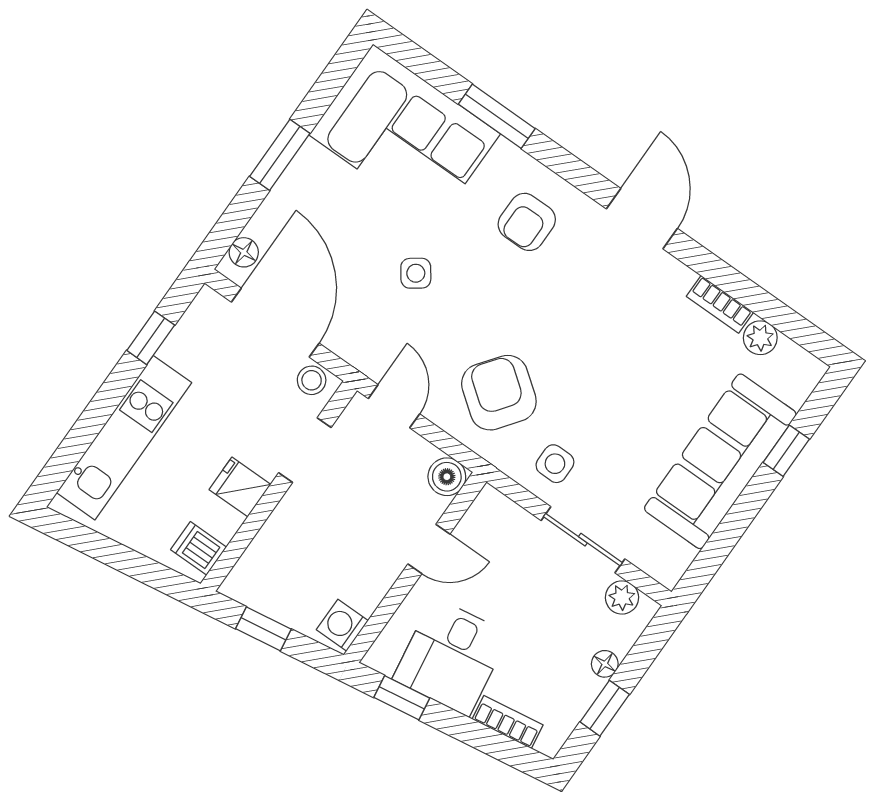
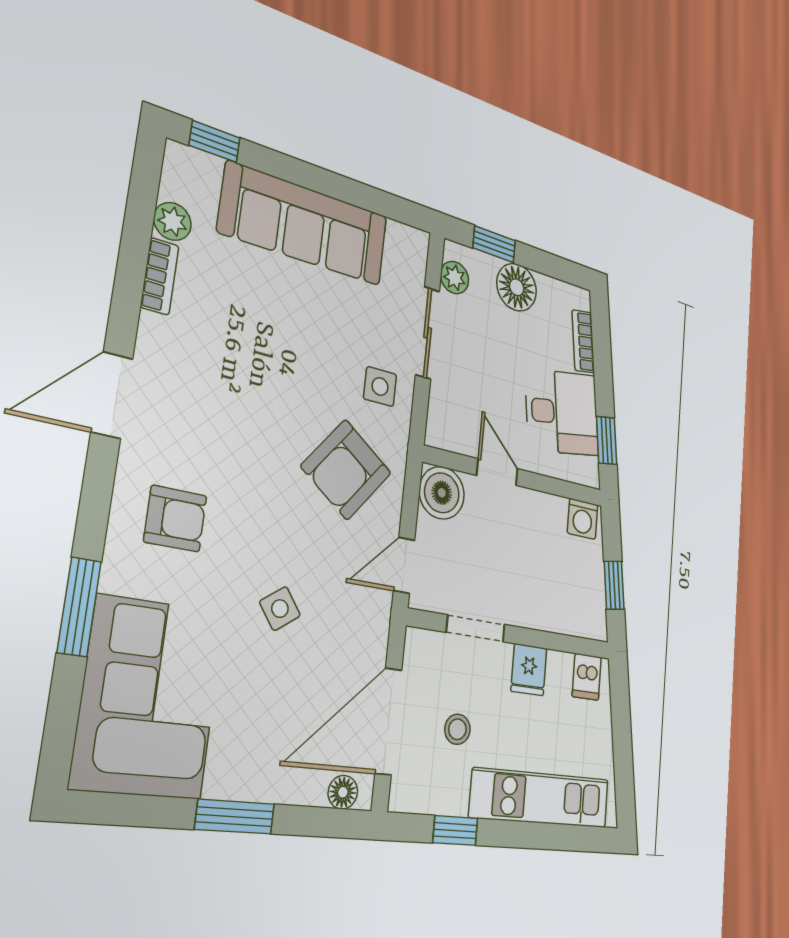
stool: (312, 380) -> (457, 729), moved
window: (786, 451) -> (215, 141), moved
boiler: (447, 477) -> (442, 493), width x1.36, depth x1.36
floor lamp: (605, 664) -> (517, 287), width x1.89, depth x1.89
window: (605, 708) -> (494, 244), moved

